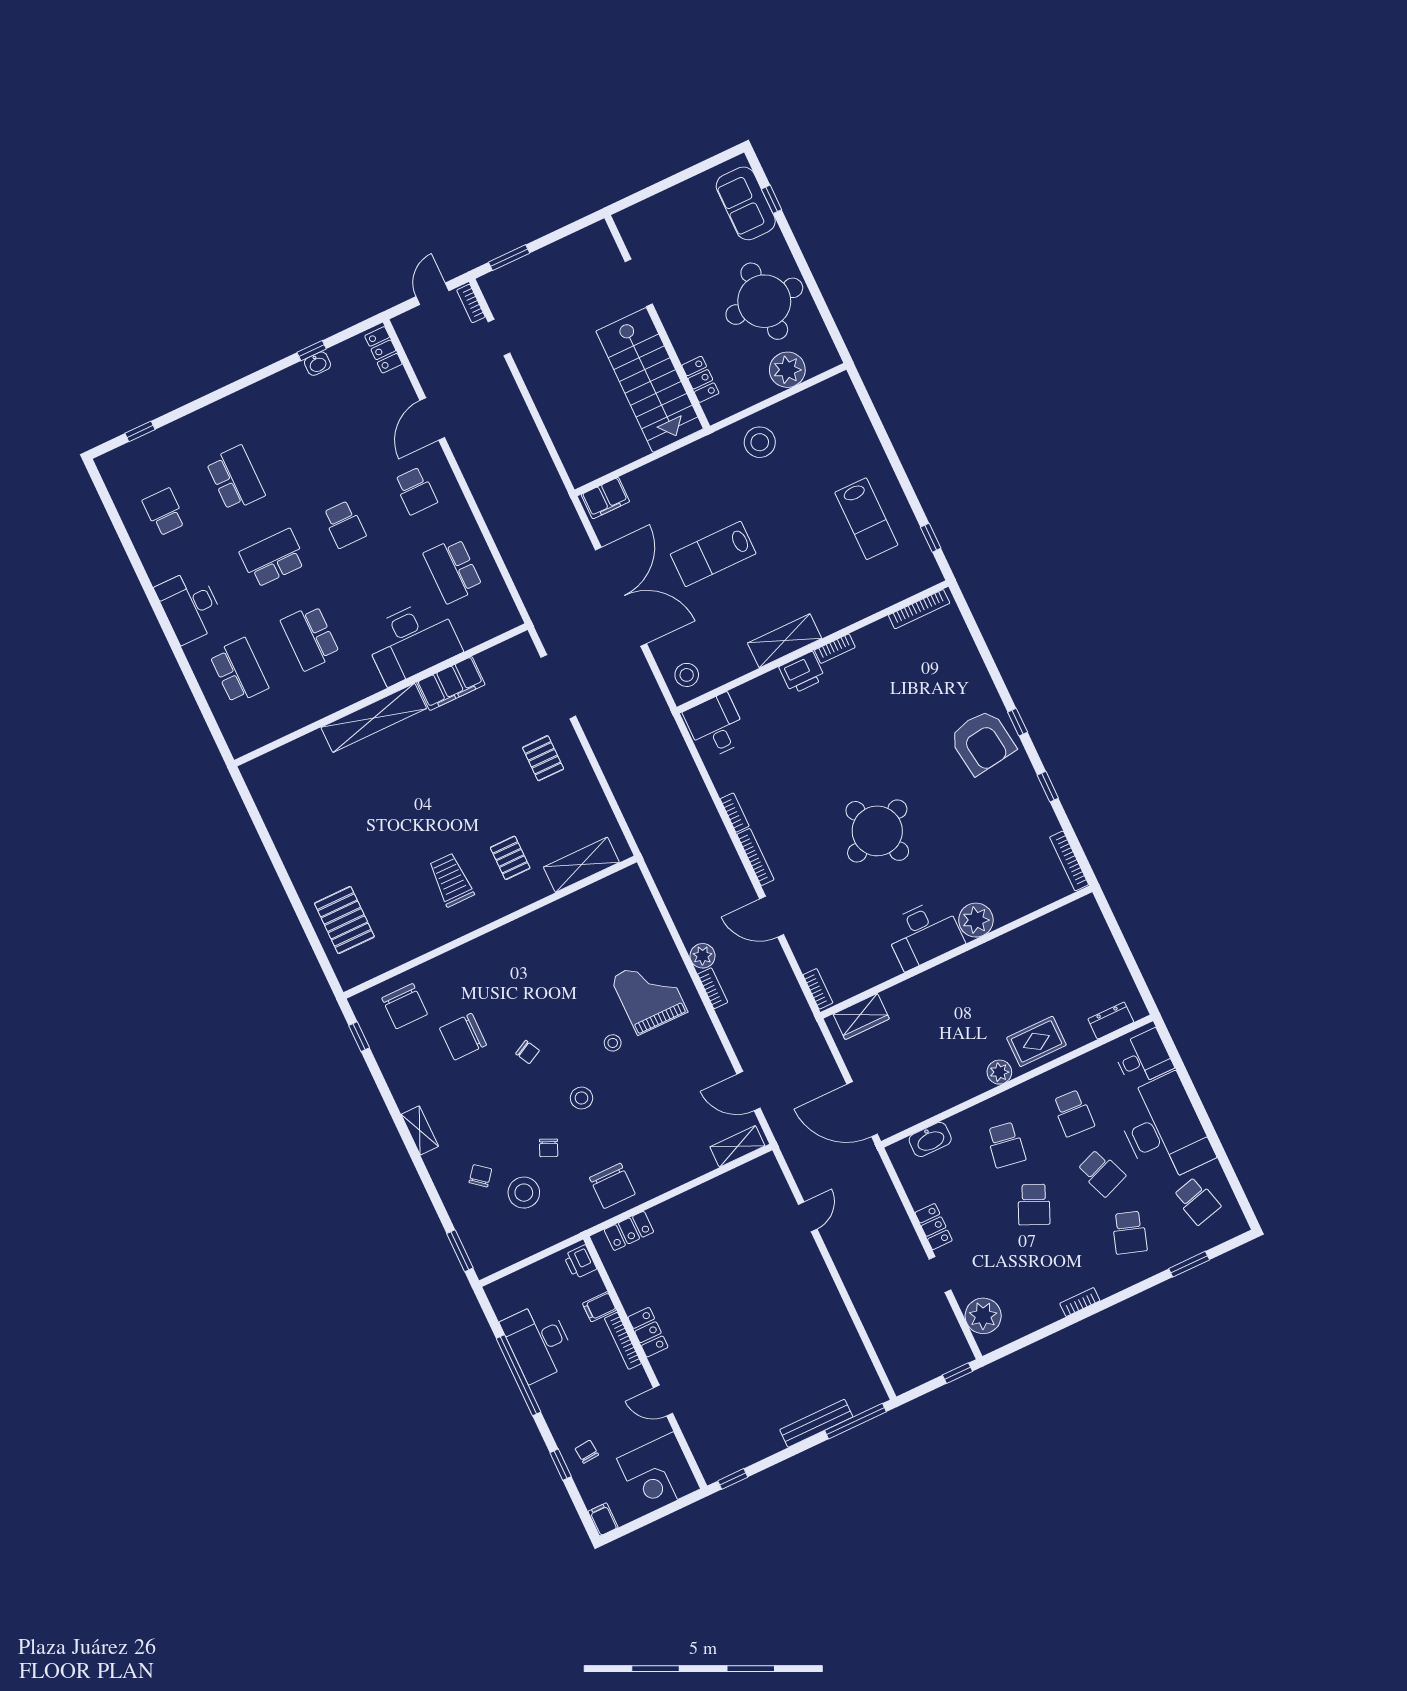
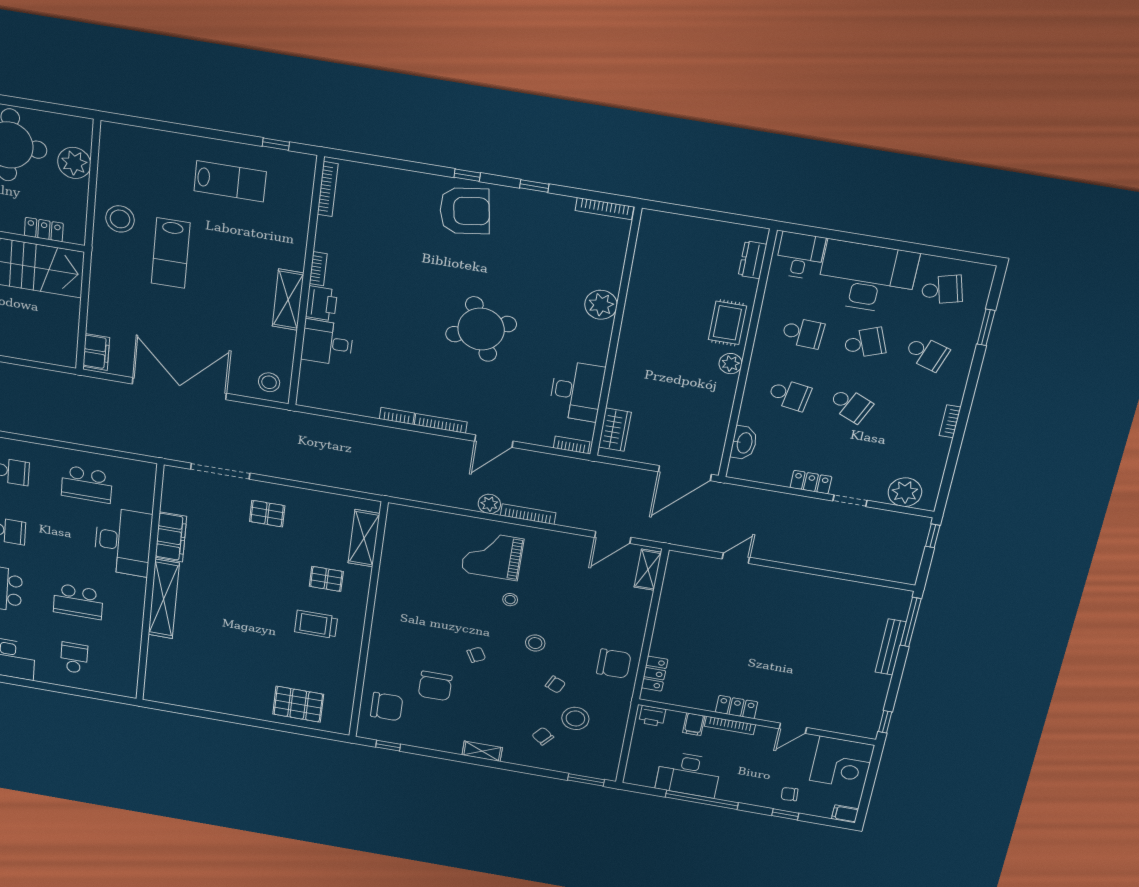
lab bench: (713, 554) -> (171, 253), moved
school desk: (239, 671) -> (74, 658), width x0.54
desk: (716, 726) -> (327, 343), moved
desk: (924, 934) -> (577, 391), moved
bookcase: (713, 988) -> (528, 514), width x1.56
door: (808, 1217) -> (736, 558), hinge flipped

